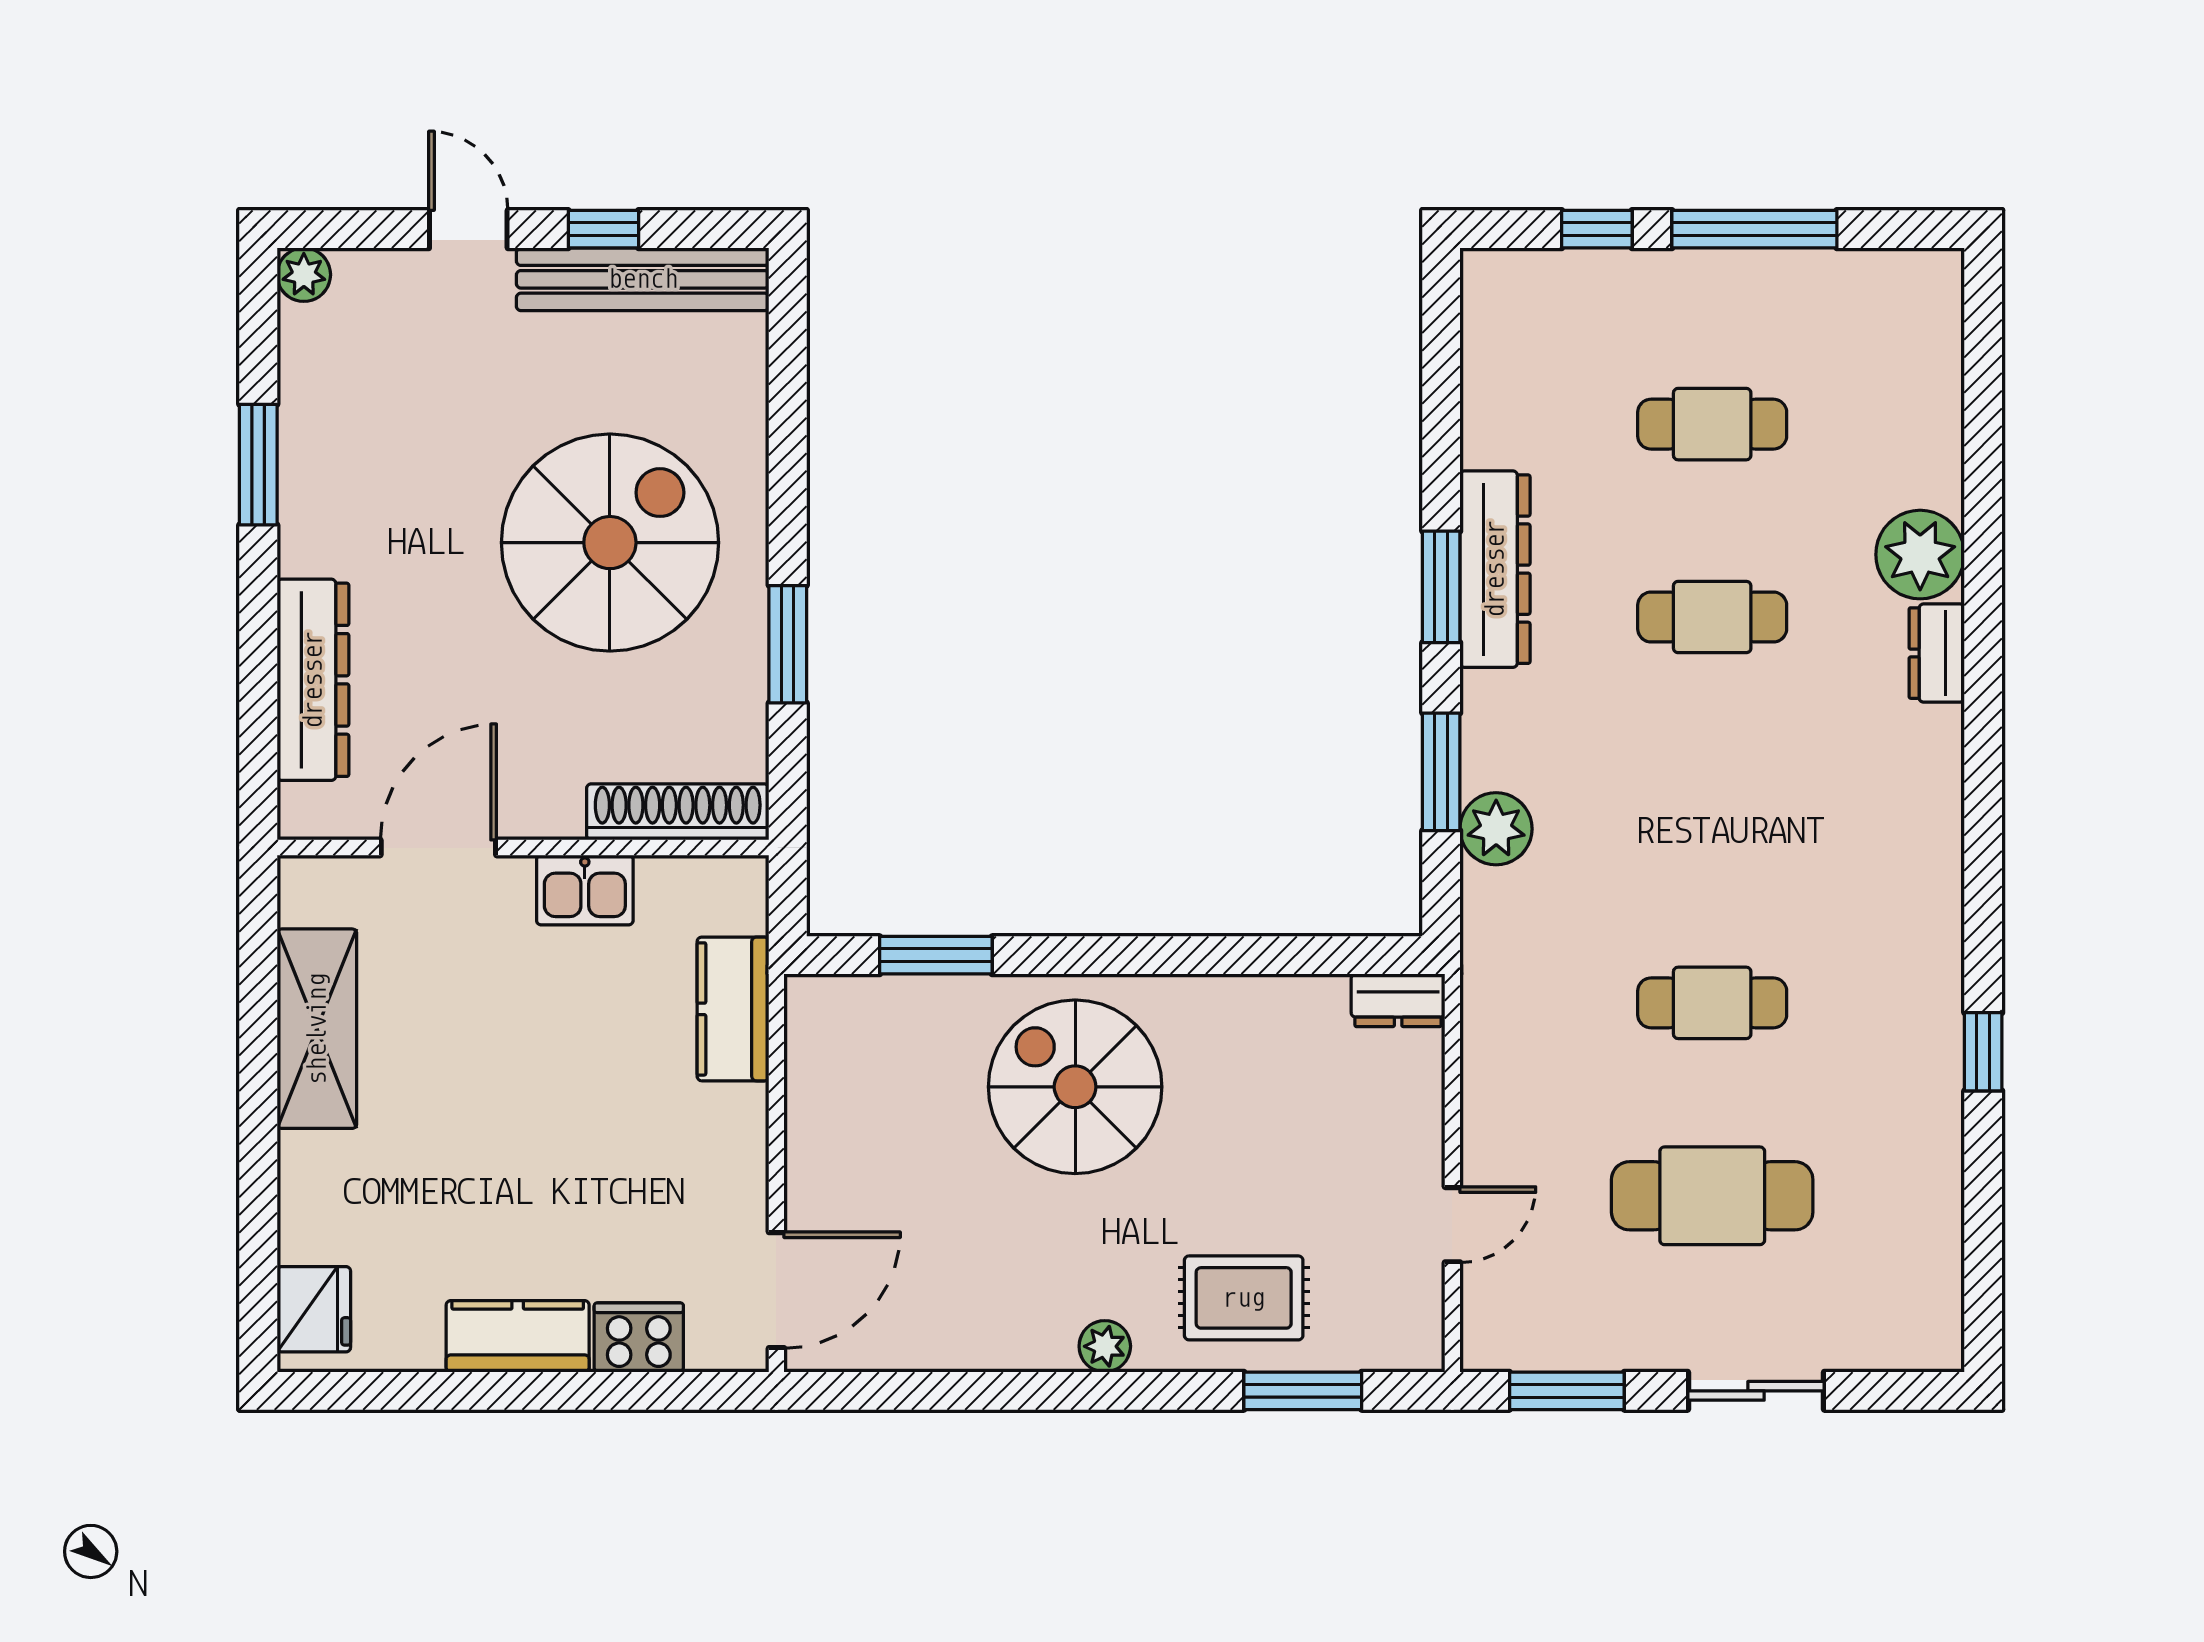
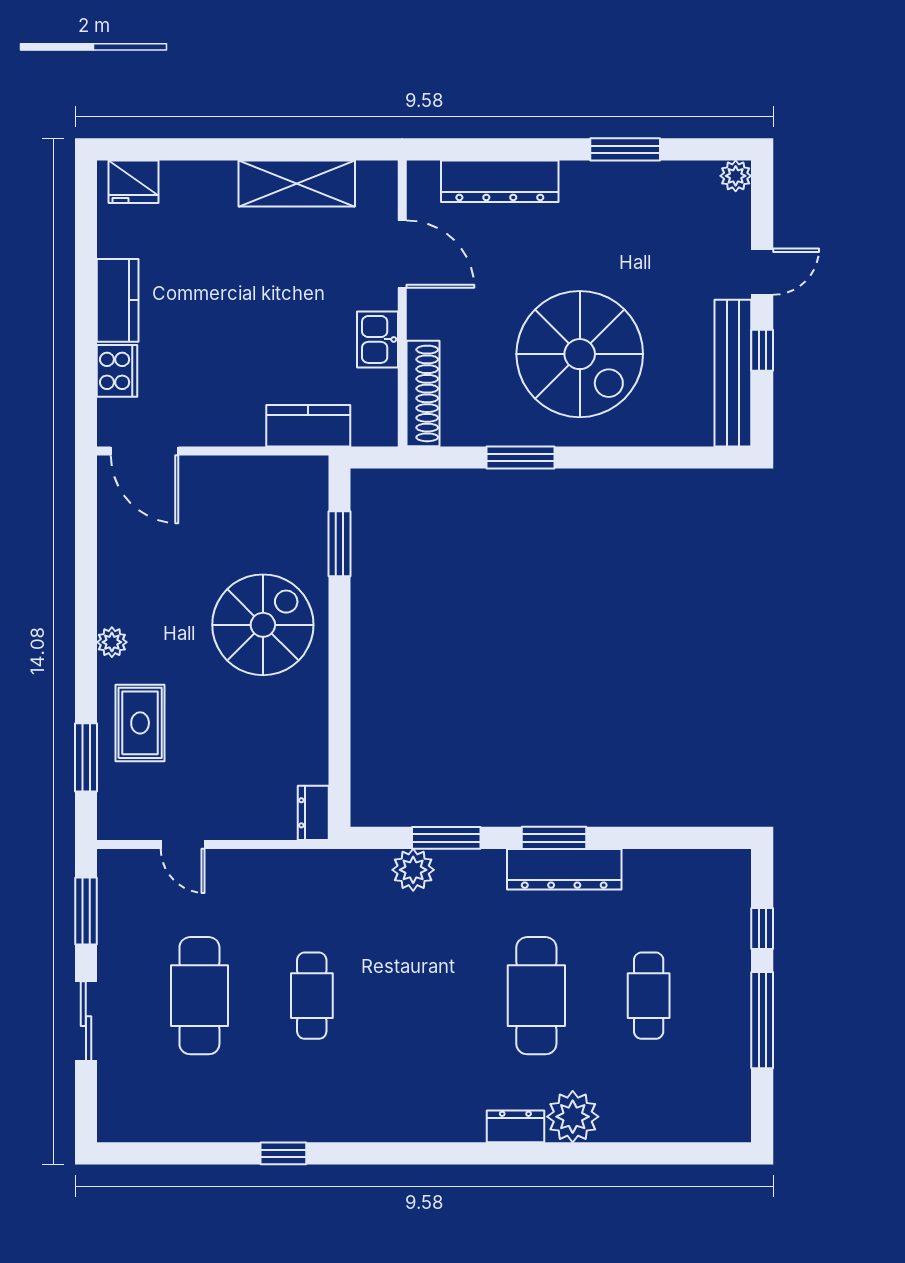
cafe table: (1712, 617) -> (536, 996), width x1.37, depth x1.35

